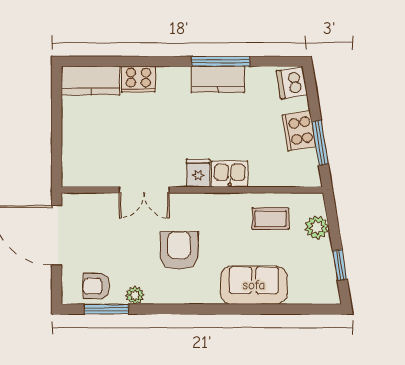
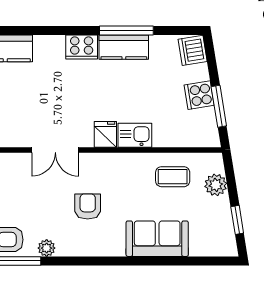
cooker: (138, 79) -> (82, 47), moved
cooker: (299, 131) -> (199, 95), width x0.73
armchair: (179, 251) -> (88, 206), width x0.72, depth x0.72

